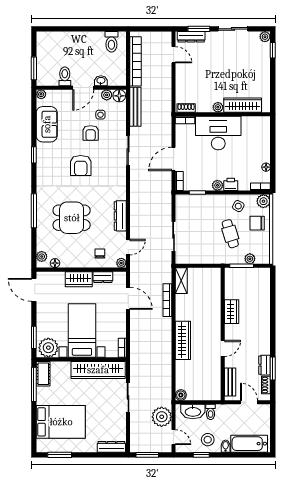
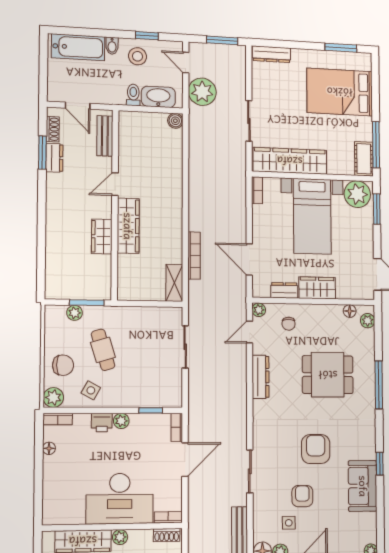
sofa: (47, 124) -> (363, 486), moved
wardrobe: (183, 340) -> (128, 226), moved, turned 180

